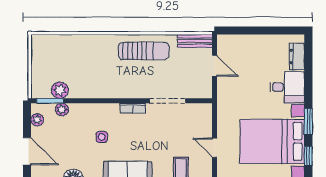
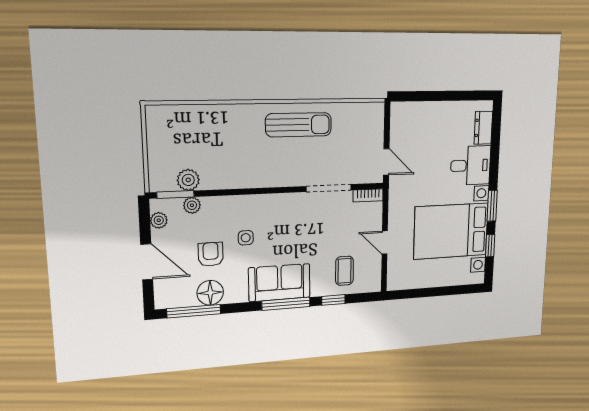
bench: (195, 41) -> (363, 111), removed
door: (215, 66) -> (386, 162), moved
bookcase: (133, 108) -> (368, 195), moved
armchair: (75, 148) -> (211, 254), added

